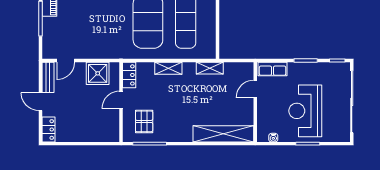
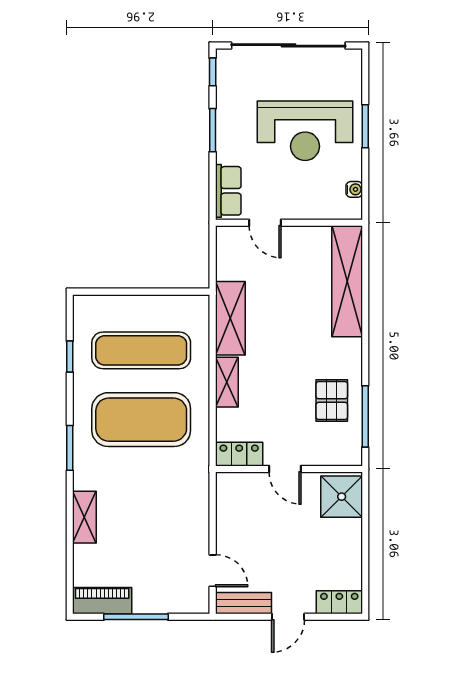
shelving: (210, 68) -> (230, 318), width x1.50, depth x1.33
shower: (98, 73) -> (342, 497), moved
pallet: (144, 121) -> (332, 401), moved, turned 90

